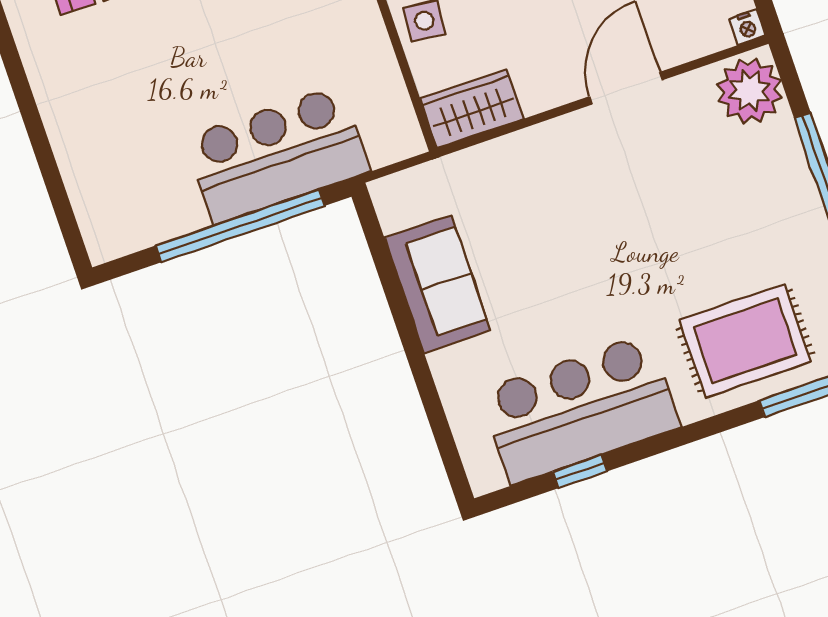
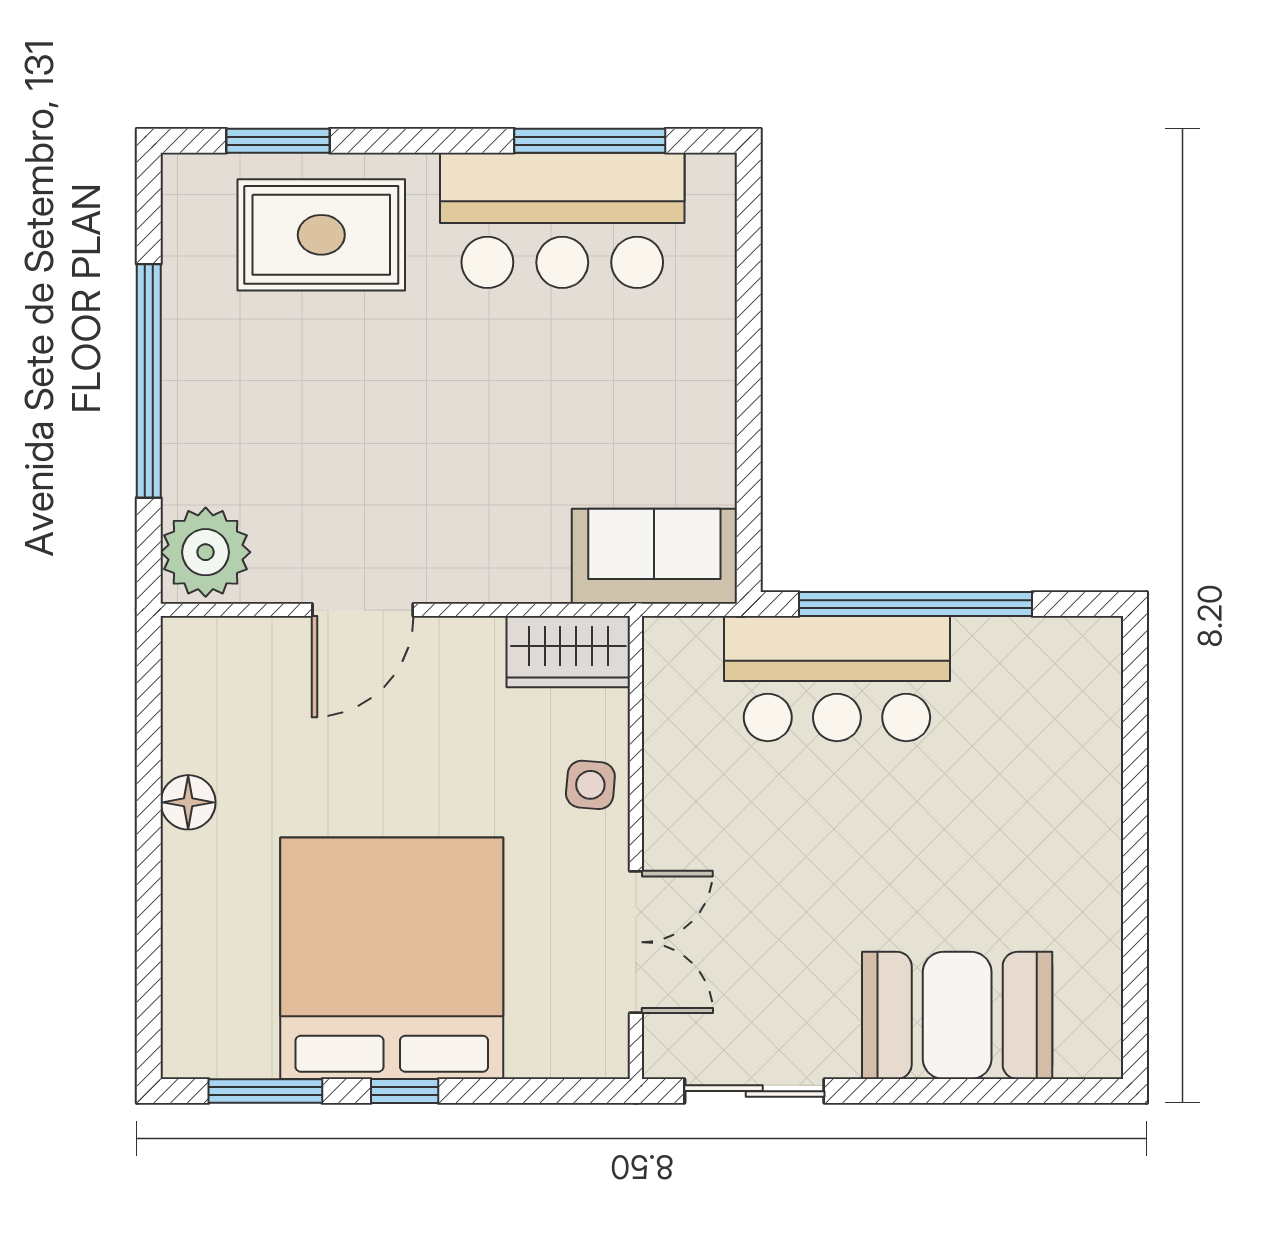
nightstand: (747, 27) -> (181, 635), removed
sofa: (438, 284) -> (654, 556), moved, turned 90
window: (580, 471) -> (590, 141), width x2.17

